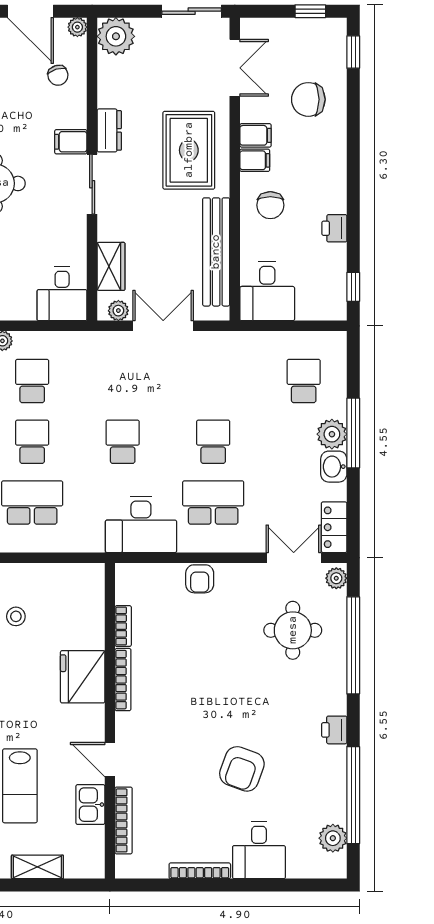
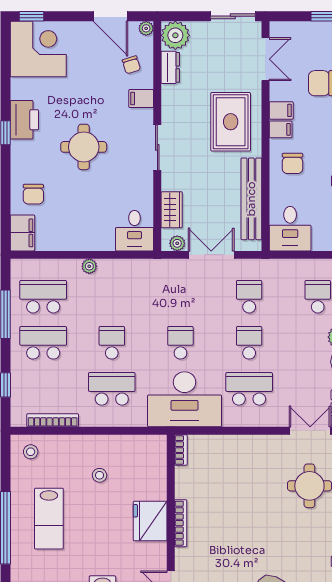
dresser: (109, 130) -> (170, 67), moved
filing cabinet: (71, 142) -> (141, 99), moved
school desk: (32, 381) -> (249, 297), moved
desk: (141, 525) -> (185, 399), width x1.36, depth x1.30
armchair: (200, 579) -> (239, 447), removed
bookcase: (123, 626) -> (181, 450), moved

